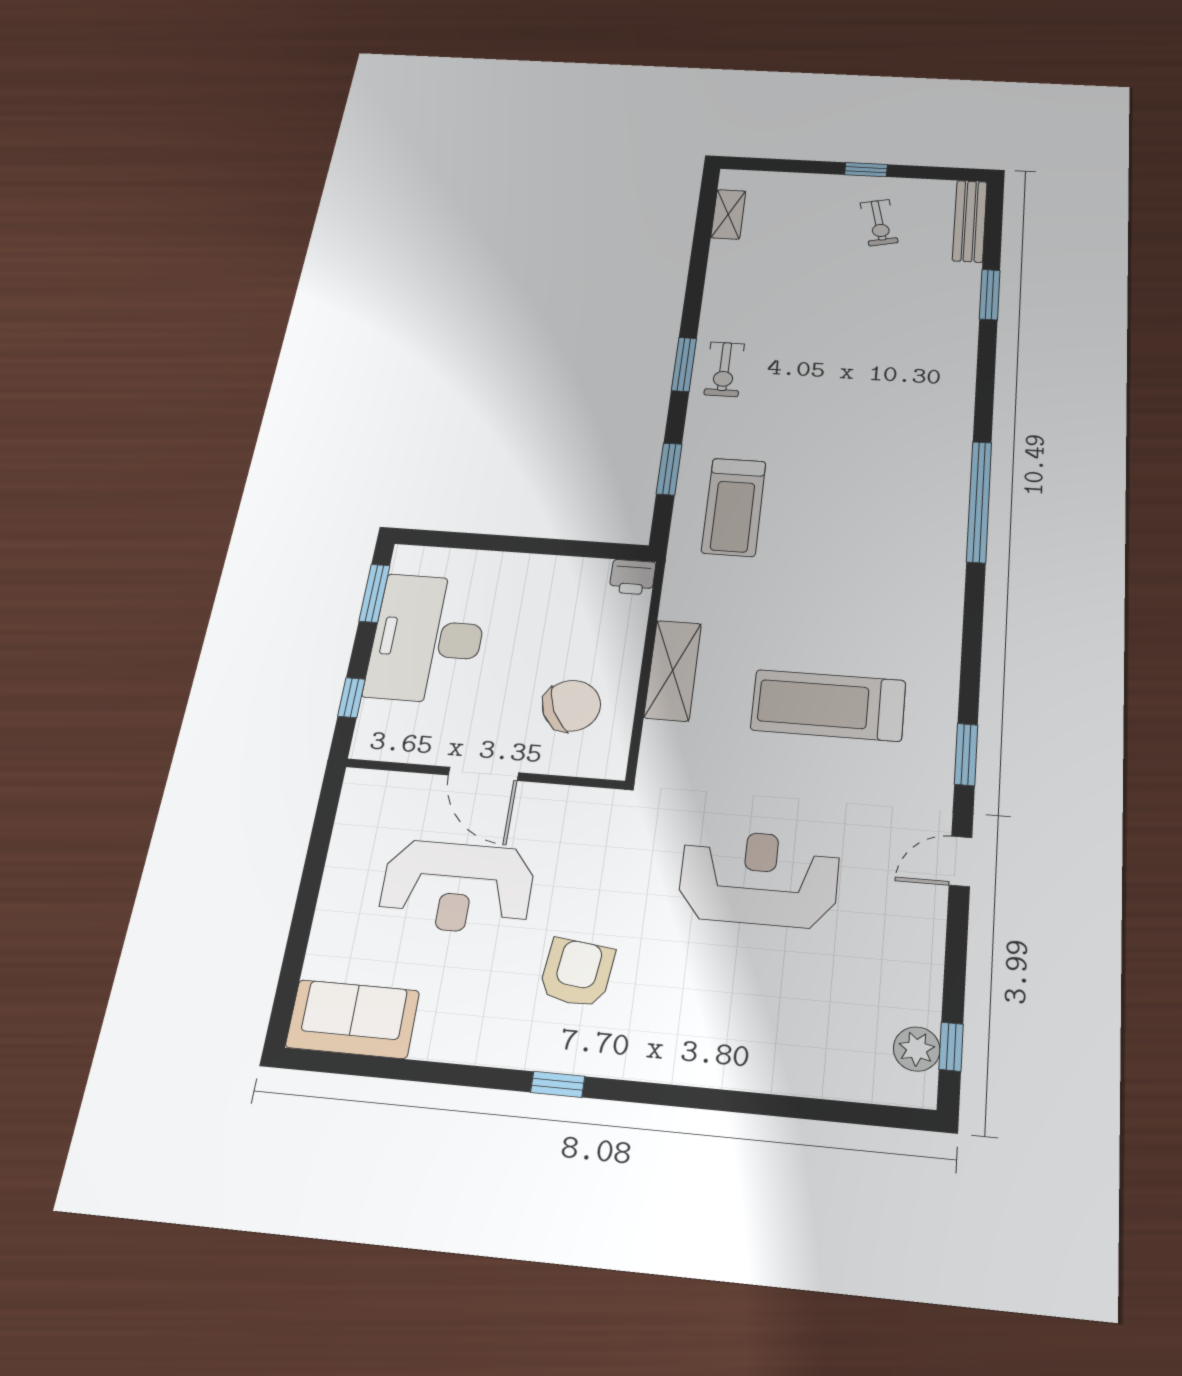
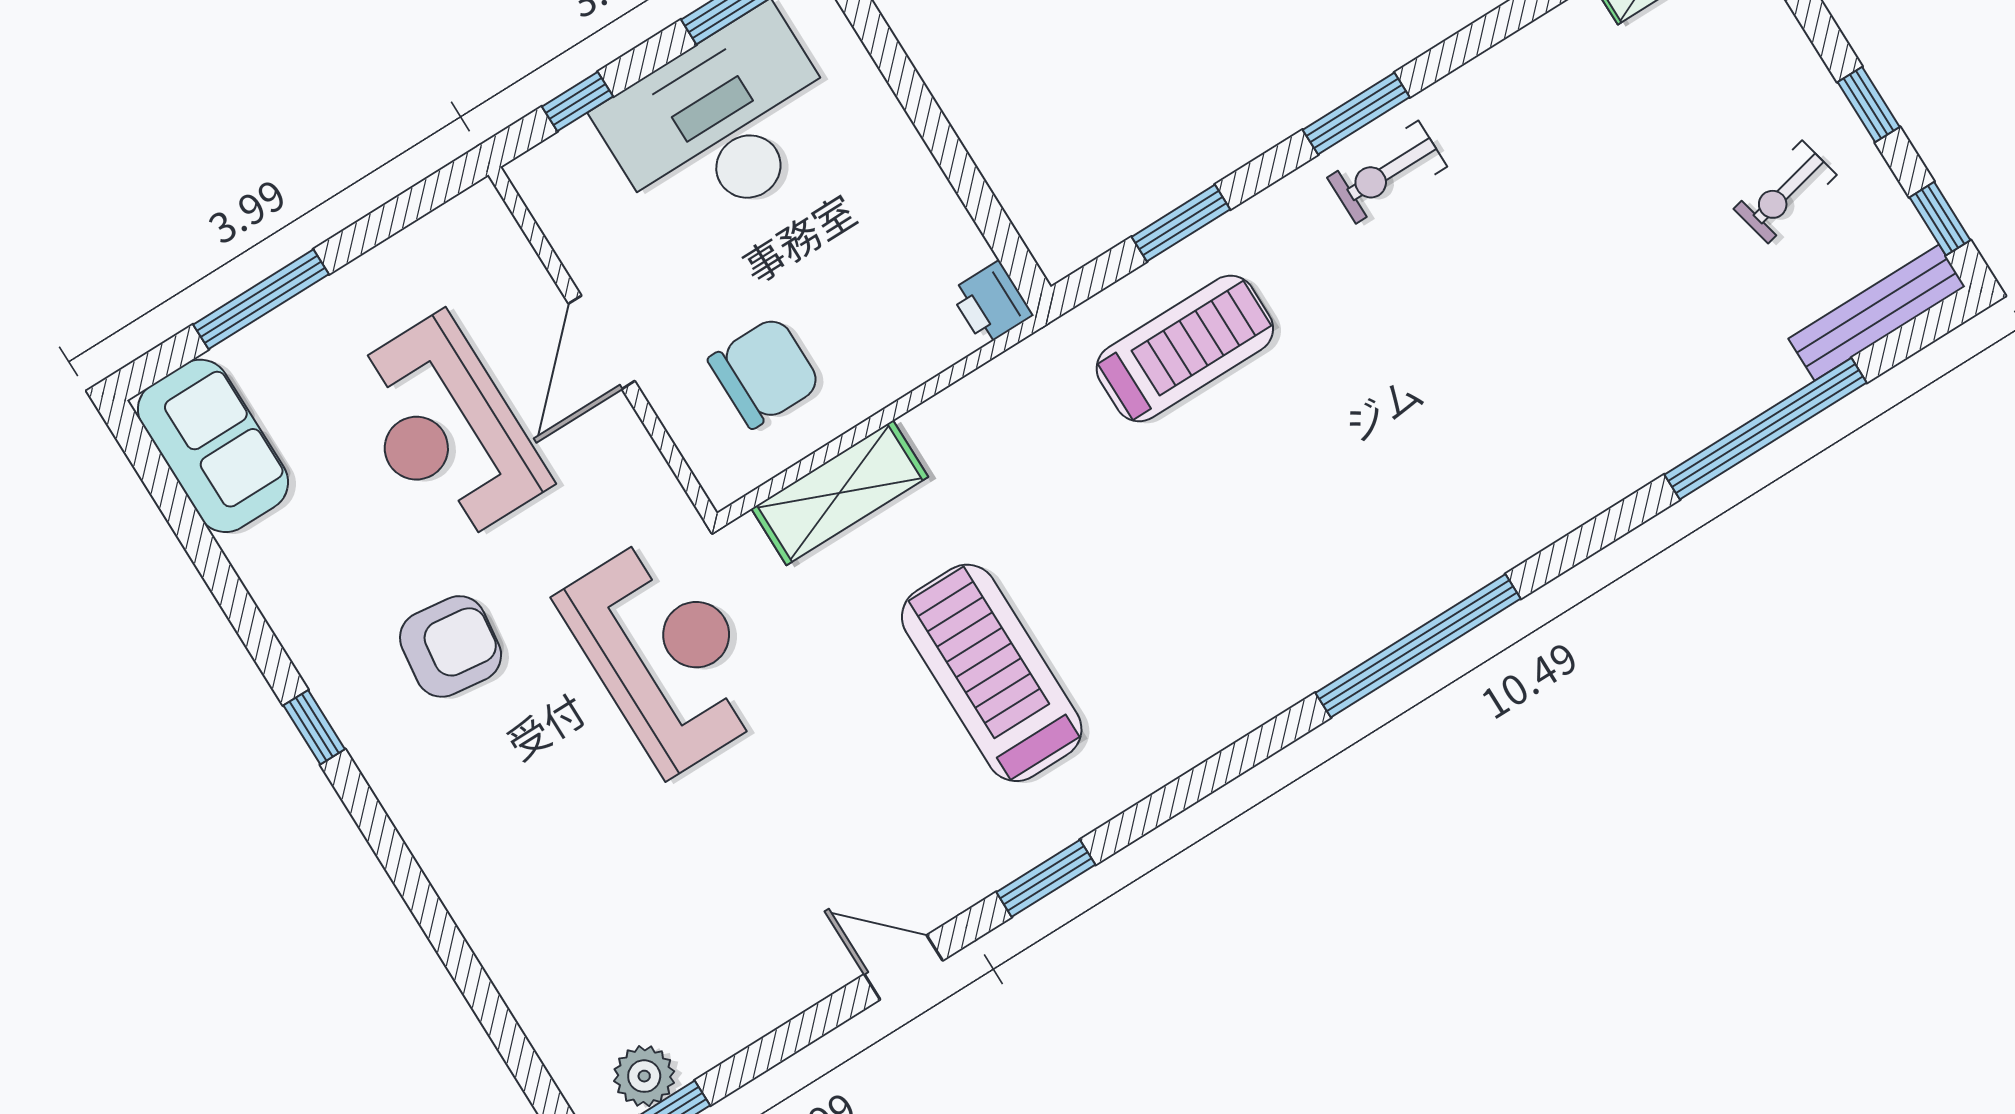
window: (945, 174) -> (1940, 219), added
window: (990, 295) -> (1766, 429), width x2.11
treadmill: (734, 507) -> (1185, 348), turned 180
shelving: (673, 670) -> (840, 493), moved
chair: (571, 706) -> (765, 372), turned -65
reception desk: (759, 878) -> (666, 654), moved
window: (300, 932) -> (261, 299), added

